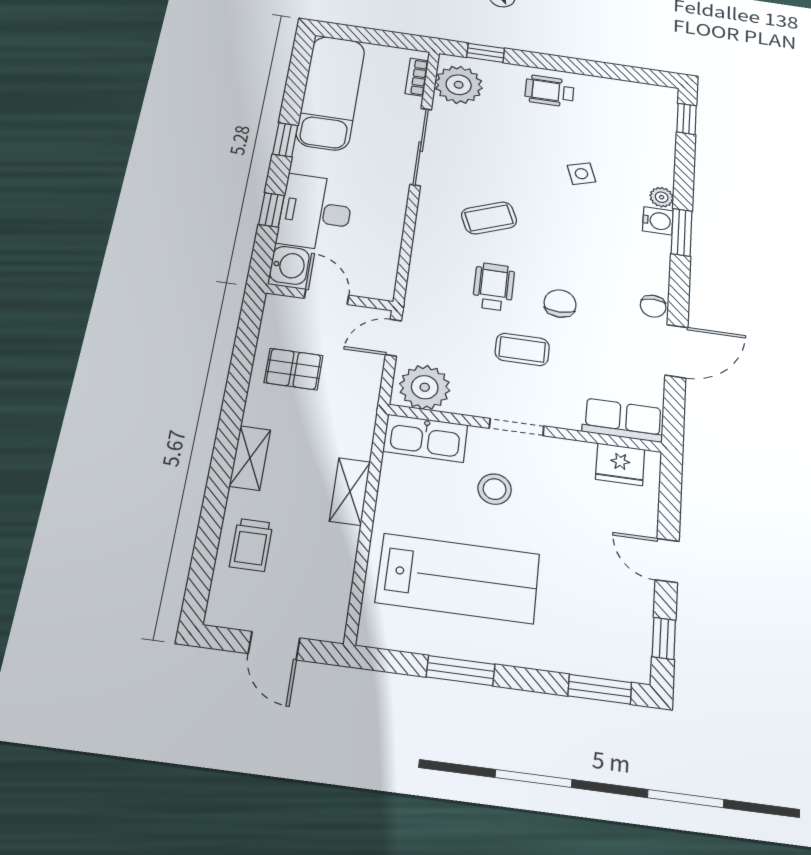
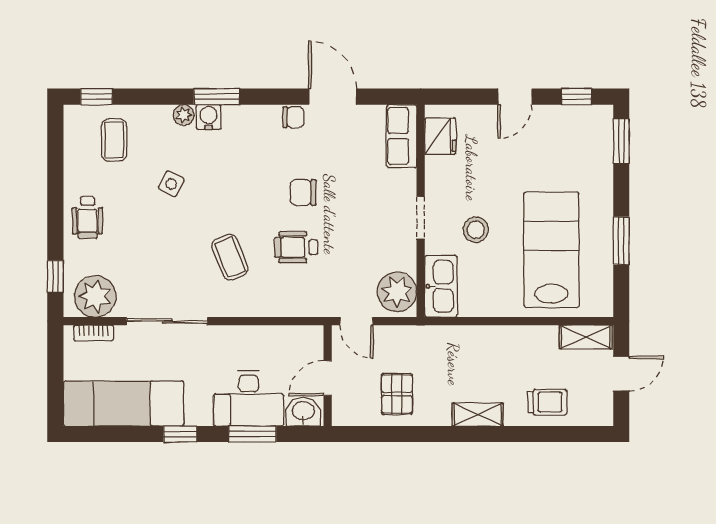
side table: (581, 174) -> (171, 184), turned 45
window: (272, 210) -> (252, 434), width x1.50
coffee table: (522, 349) -> (114, 140), moved
shelving: (350, 491) -> (586, 337), moved

